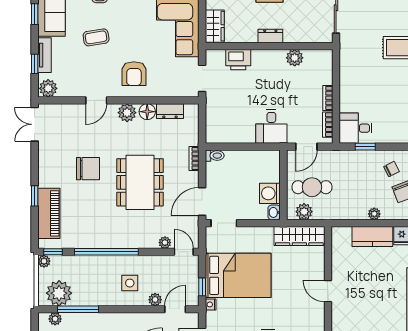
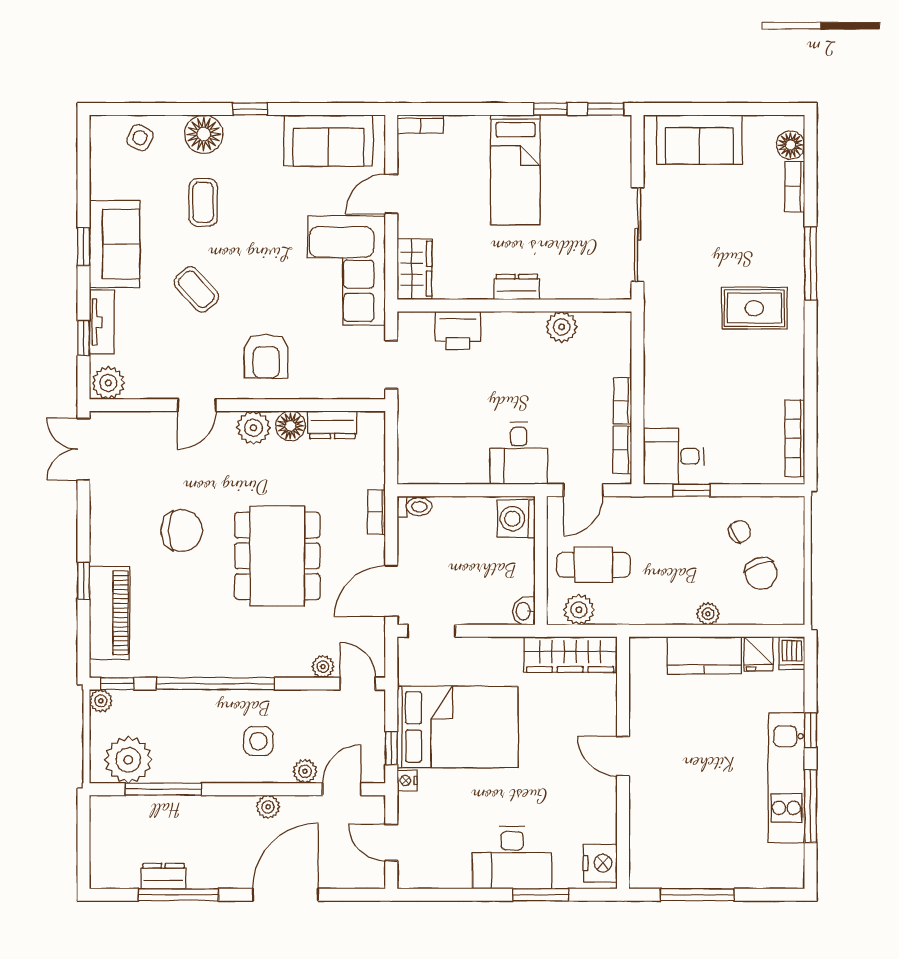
coffee table: (96, 37) -> (196, 289), turned 56
washing machine: (270, 193) -> (516, 519), moved
plant: (55, 319) -> (268, 807), moved

